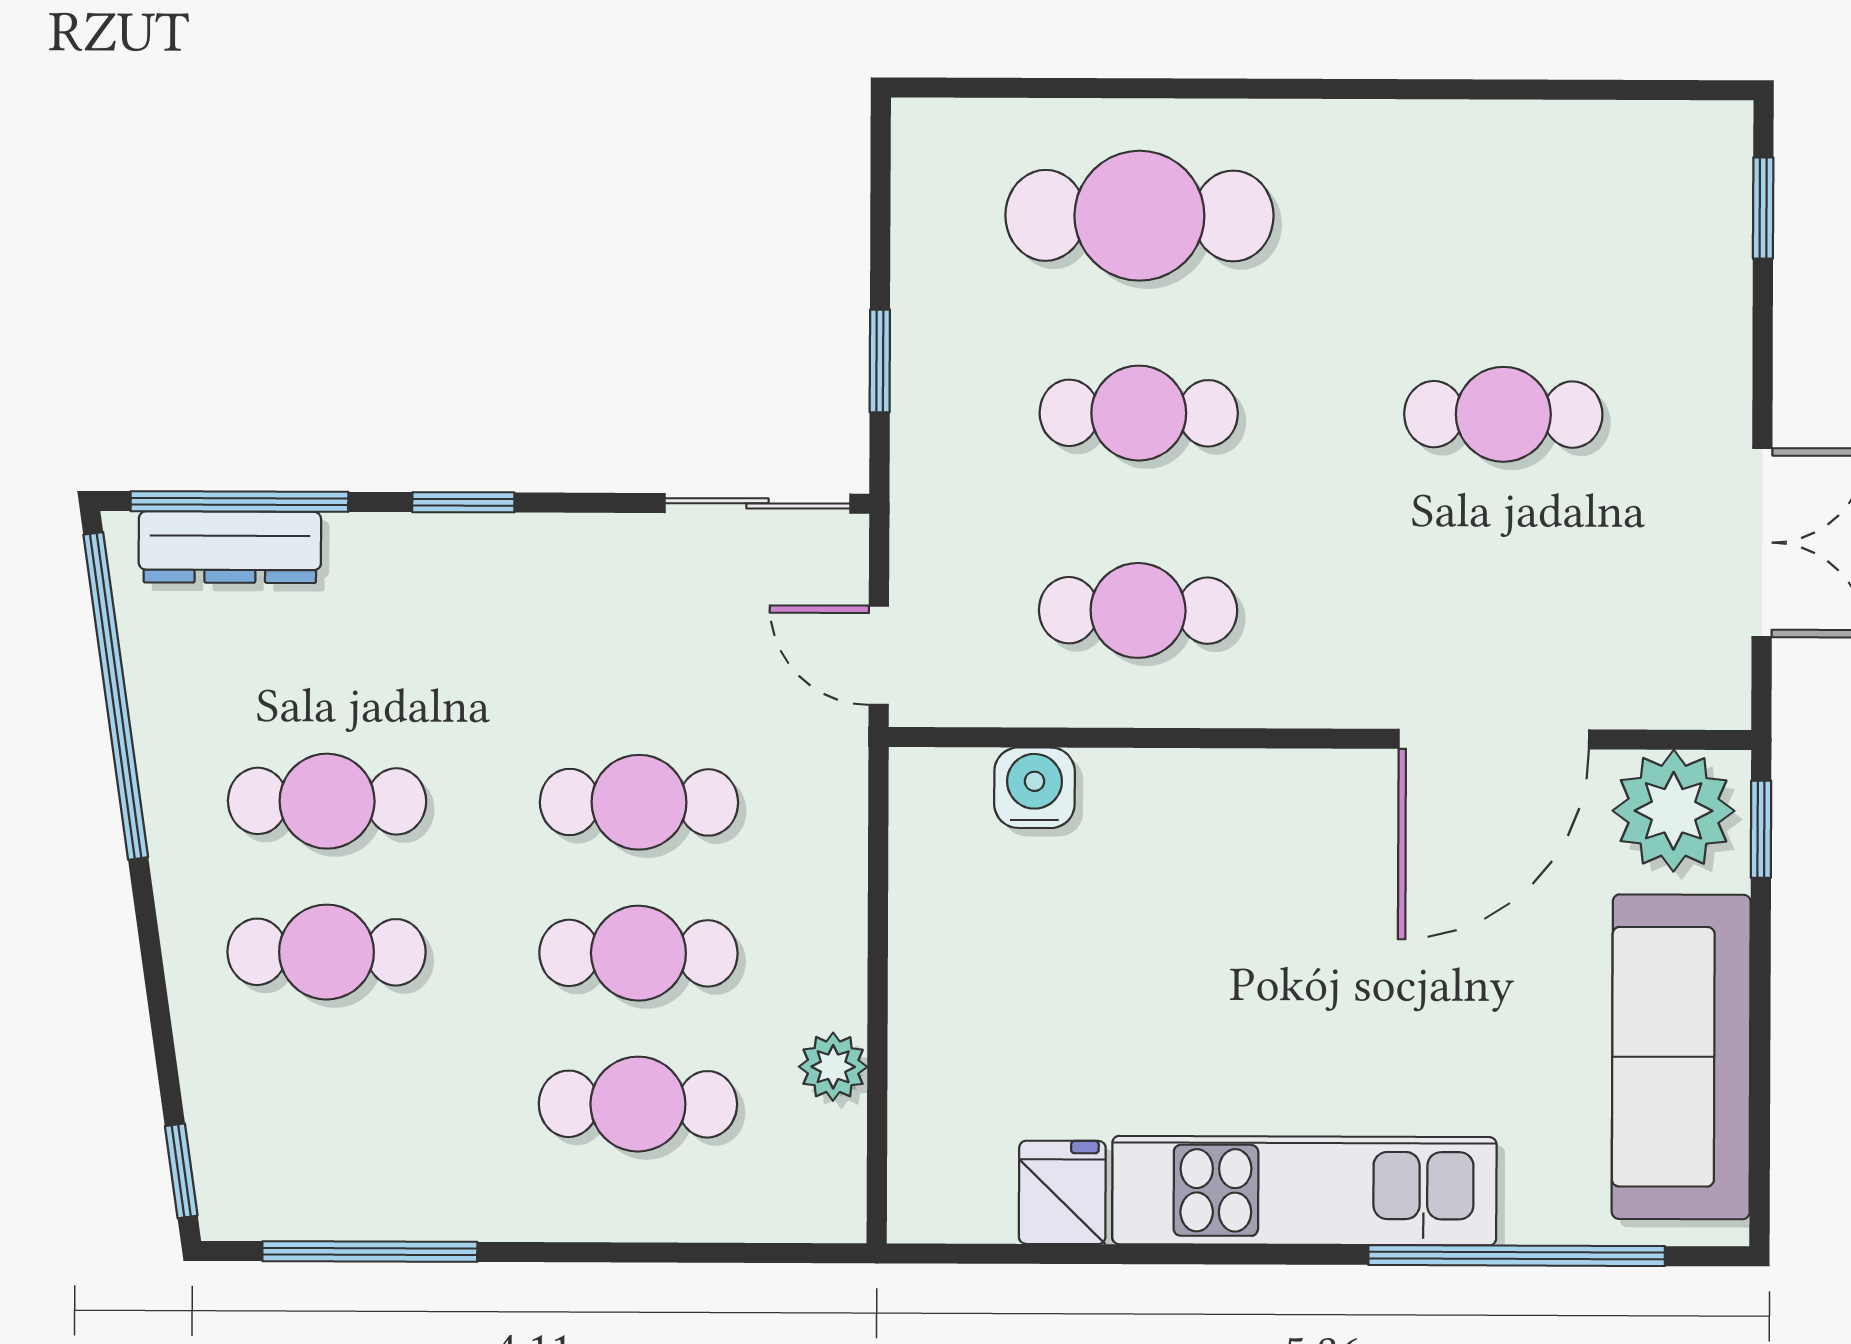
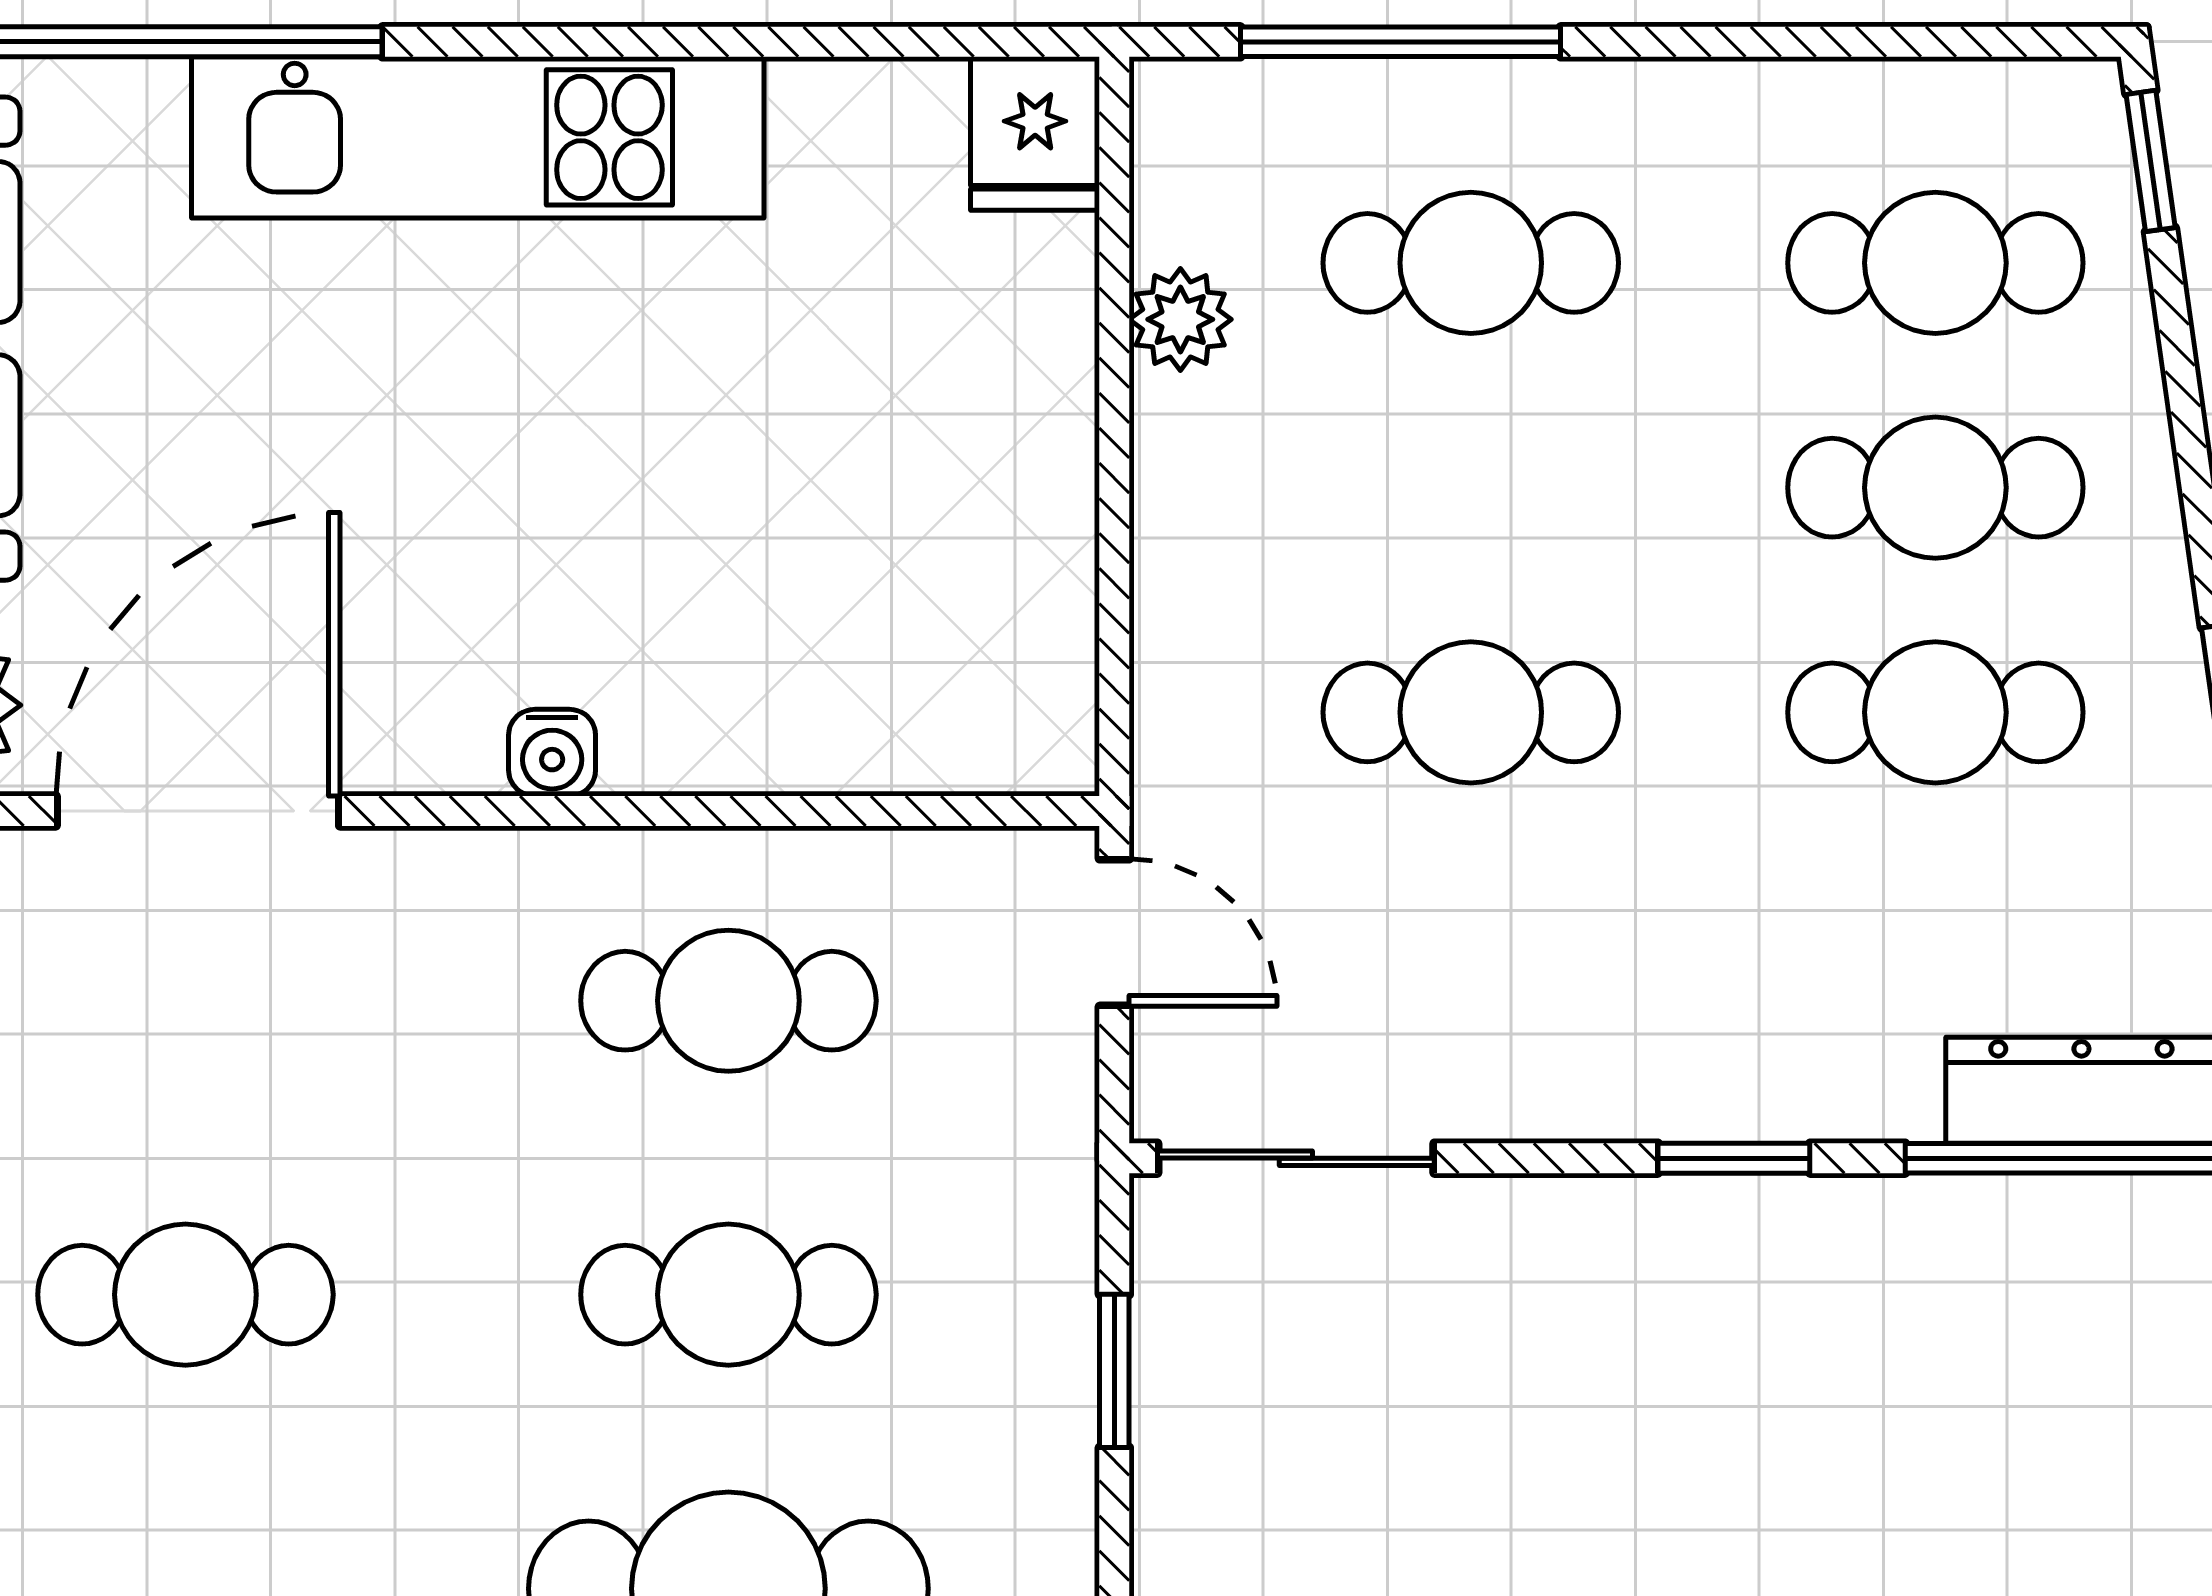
water cooler: (1034, 788) -> (552, 753), moved, width x0.72, depth x0.72
cafe table: (638, 953) -> (1935, 263), moved
fridge: (1062, 1192) -> (1035, 134), moved
window: (370, 1252) -> (1400, 42), moved

